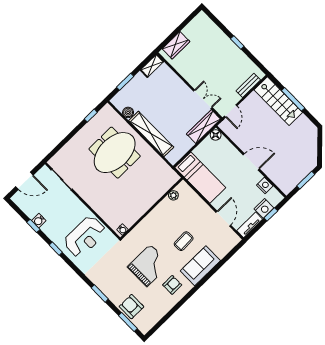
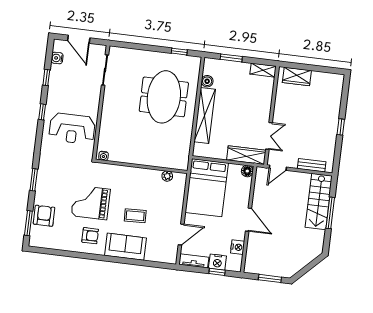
meeting table: (115, 153) -> (164, 97), turned 90
bed: (200, 178) -> (207, 188), width x1.50
water cooler: (39, 221) -> (57, 58), moved
grand piano: (149, 265) -> (91, 202), turned 180

